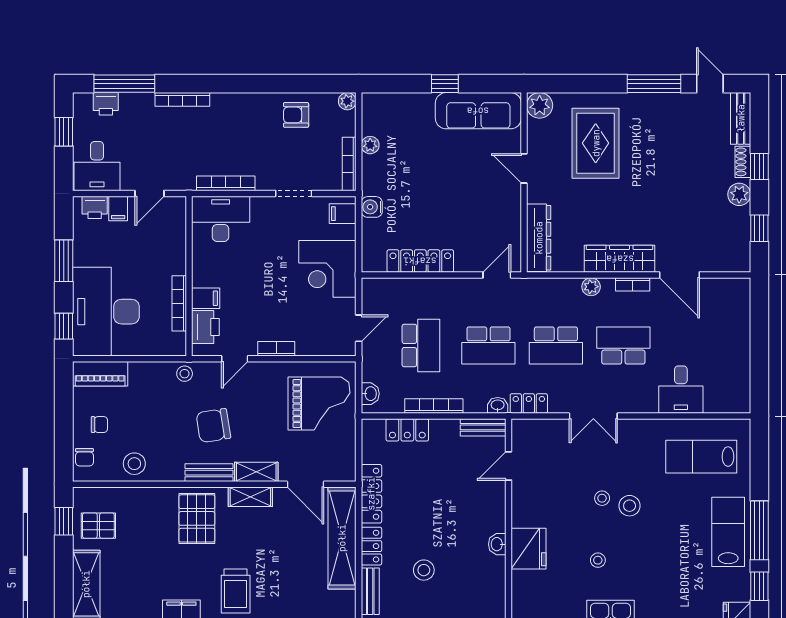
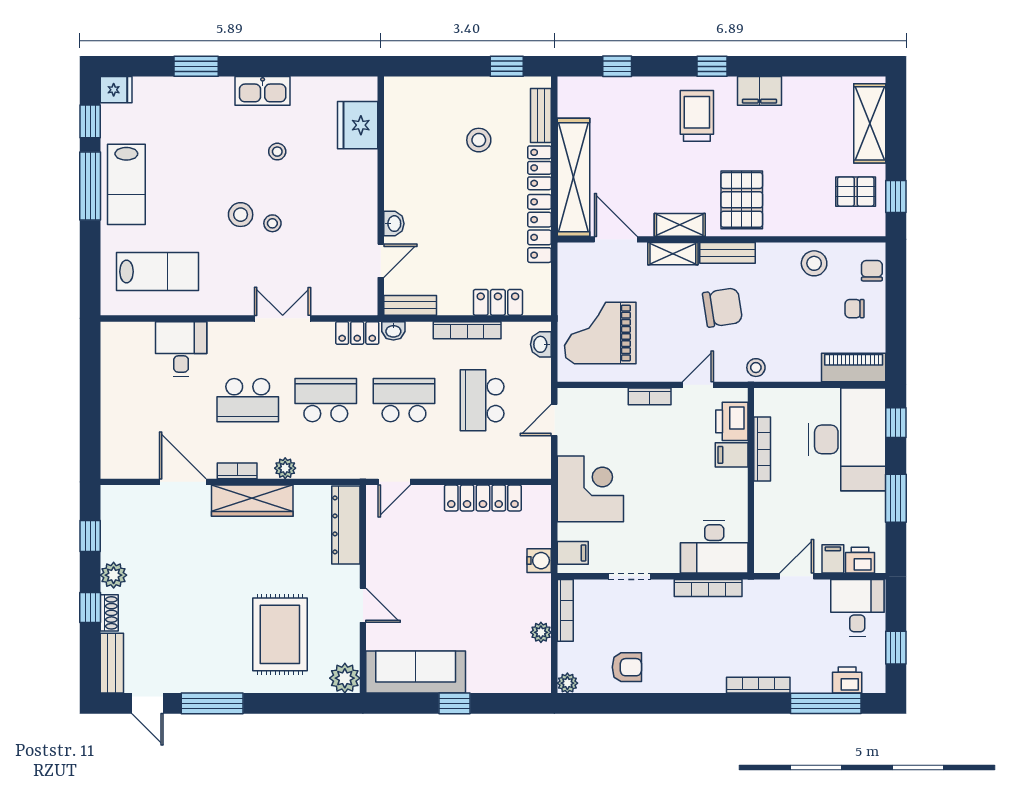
washbasin: (497, 544) -> (394, 224), moved
fridge: (528, 549) -> (358, 125), moved

